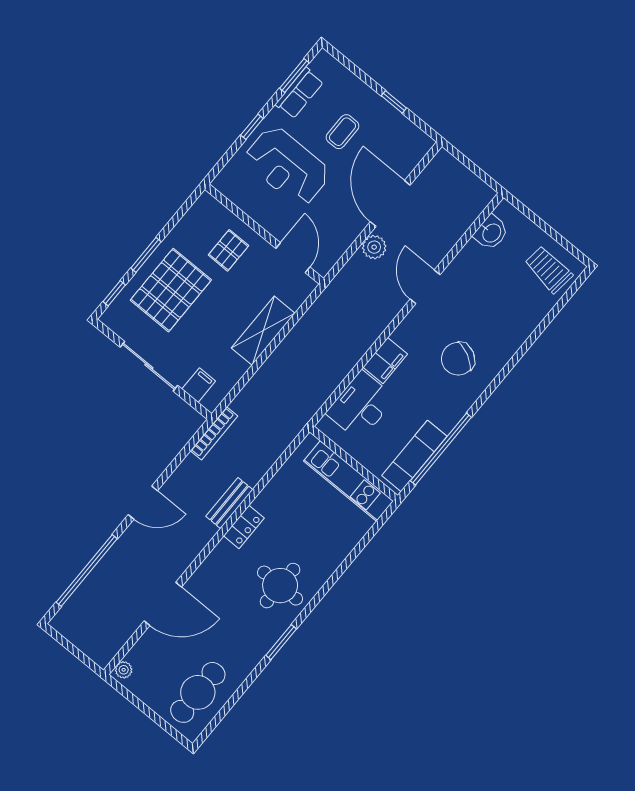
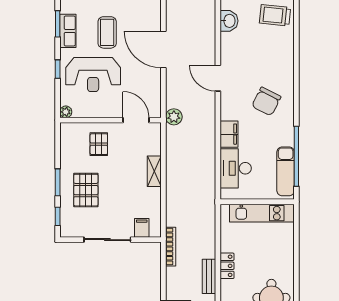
coffee table: (342, 132) -> (107, 32), width x1.36, depth x1.30
plant: (221, 183) -> (66, 112), added
plant: (374, 247) -> (174, 117), moved
pallet: (171, 290) -> (86, 190), width x0.73, depth x0.71
shelving: (263, 331) -> (154, 171), width x0.67, depth x0.75
locker: (244, 527) -> (227, 266), moved

